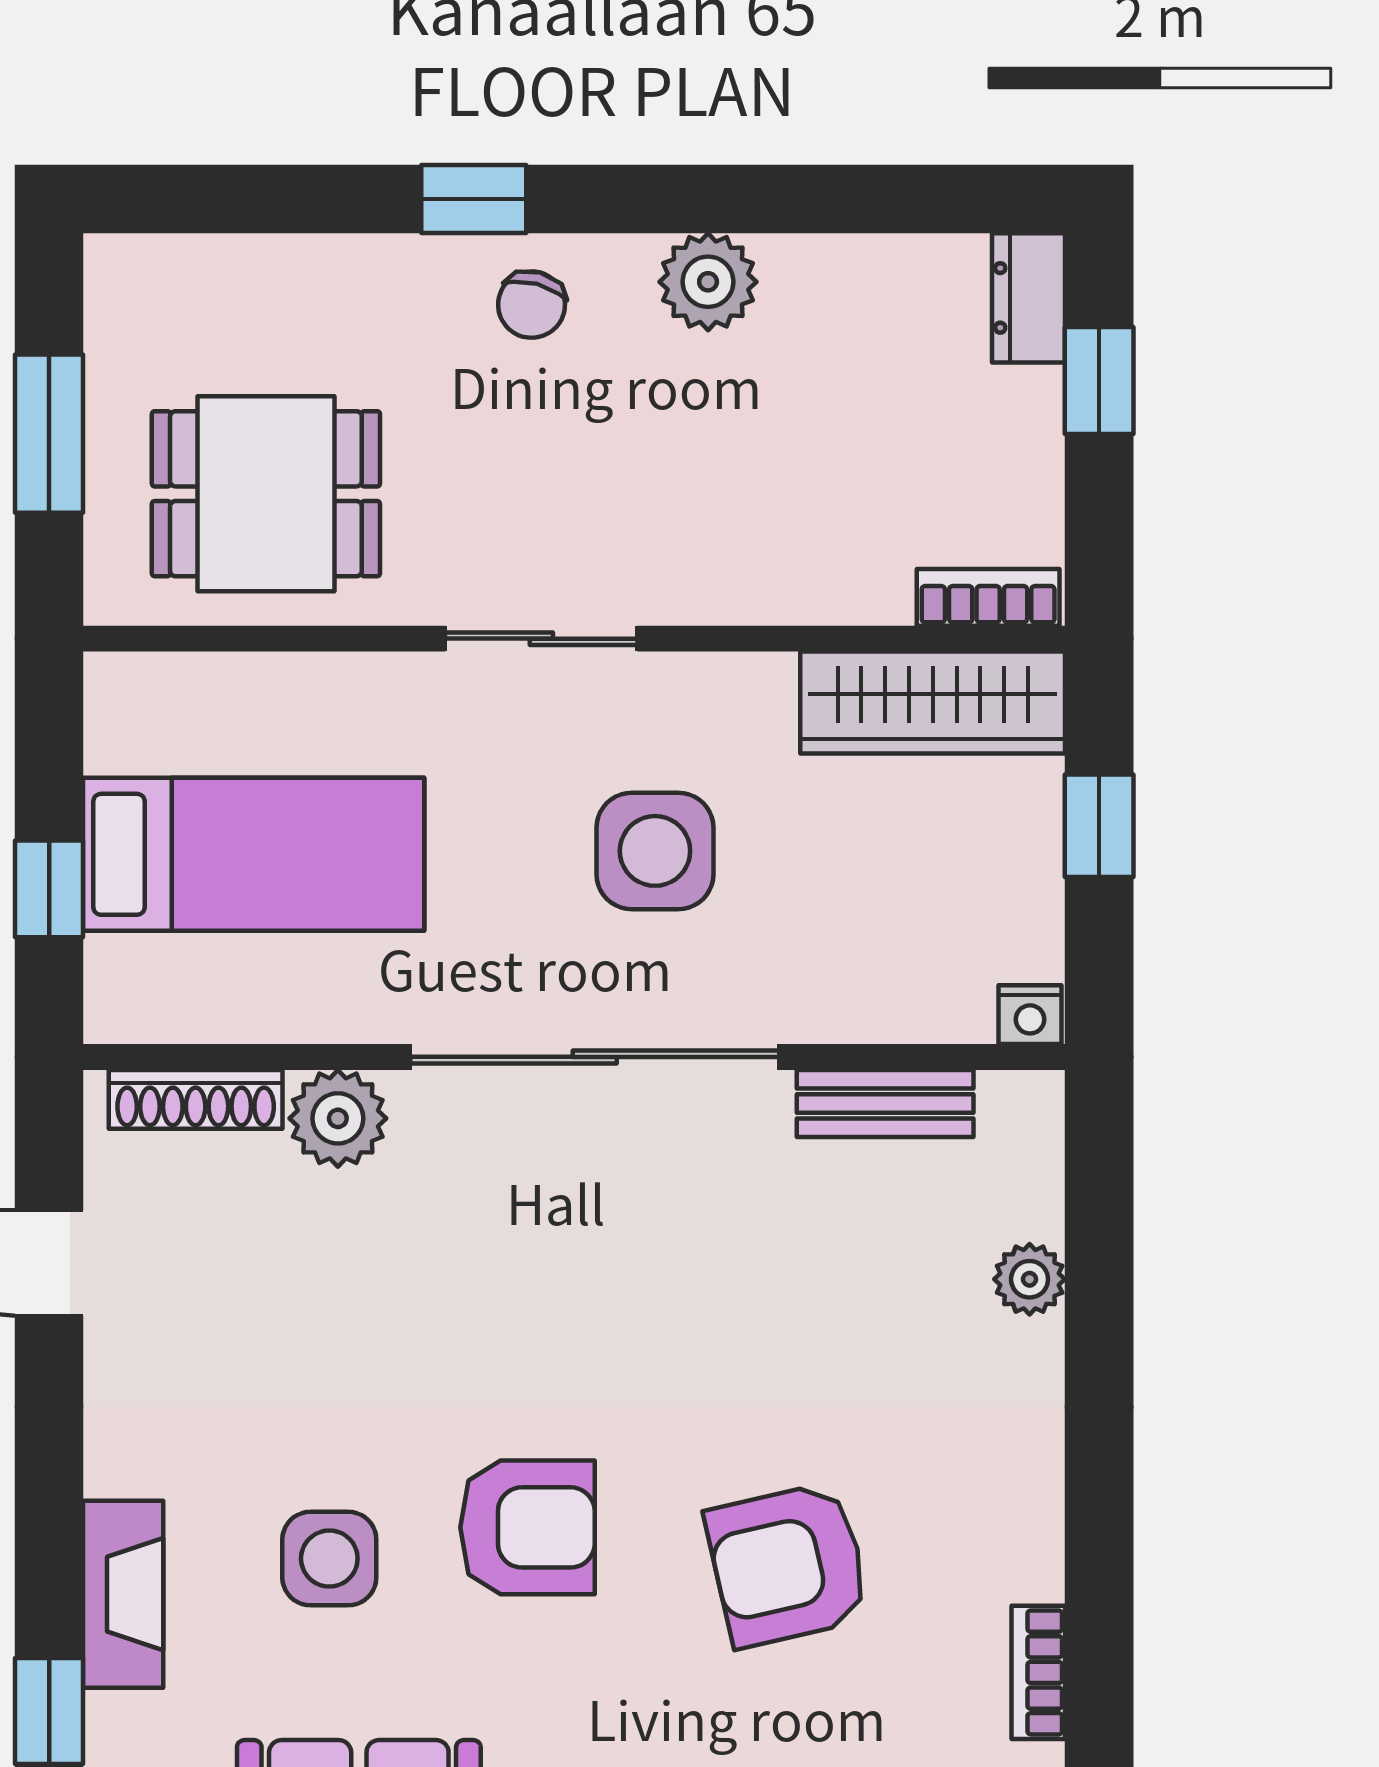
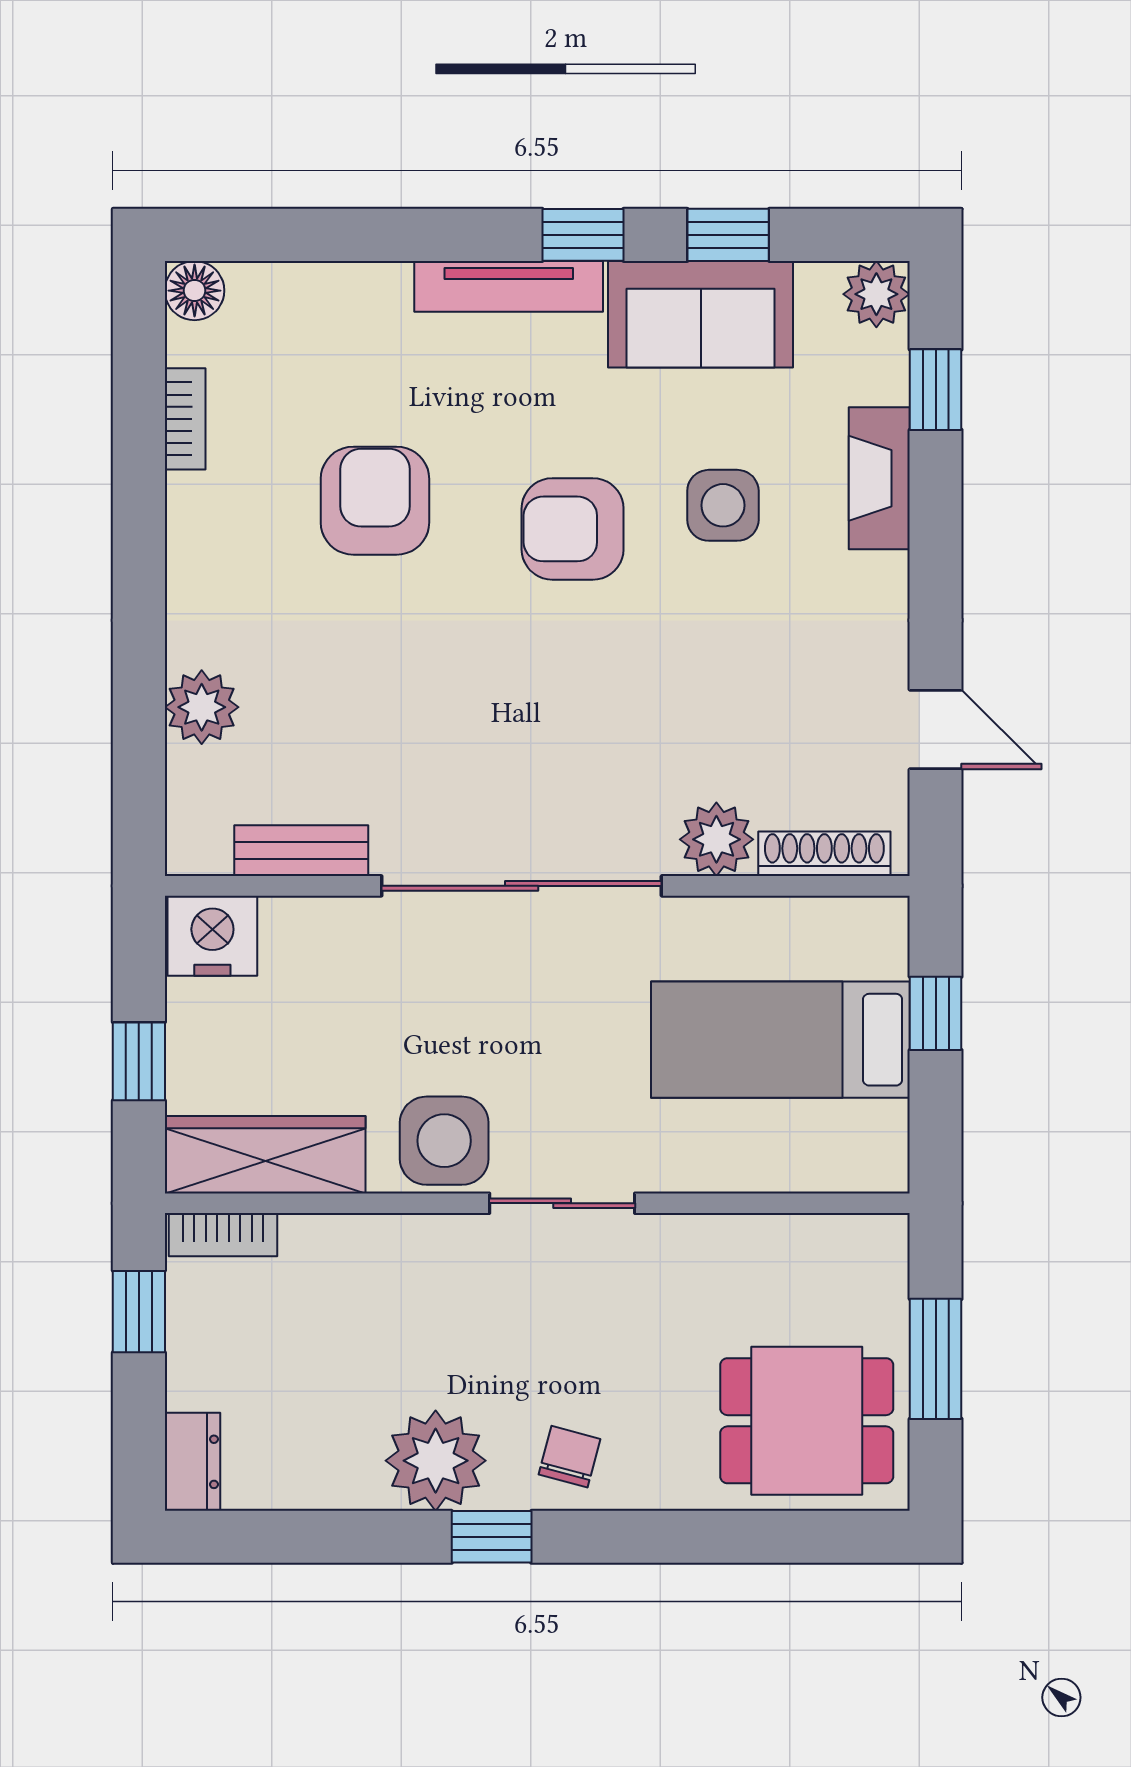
window: (474, 199) -> (492, 1537), moved
plant: (708, 282) -> (436, 1461), width x1.36, depth x1.36
window: (1099, 381) -> (139, 1312), moved
dining table: (266, 494) -> (807, 1421), moved
side table: (655, 851) -> (444, 1141), moved
nightstand: (1030, 1015) -> (212, 936), width x1.89, depth x1.79
plant: (1030, 1279) -> (202, 707), width x1.38, depth x1.38
armchair: (788, 1565) -> (375, 501), turned -77

